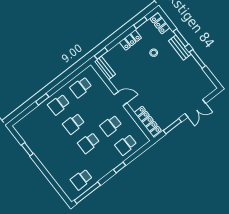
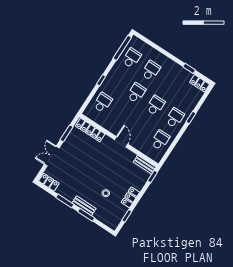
locker: (160, 23) -> (49, 182), moved
door: (121, 99) -> (121, 142), swing flipped
school desk: (111, 126) -> (151, 71), moved
locker: (22, 131) -> (199, 83), added

